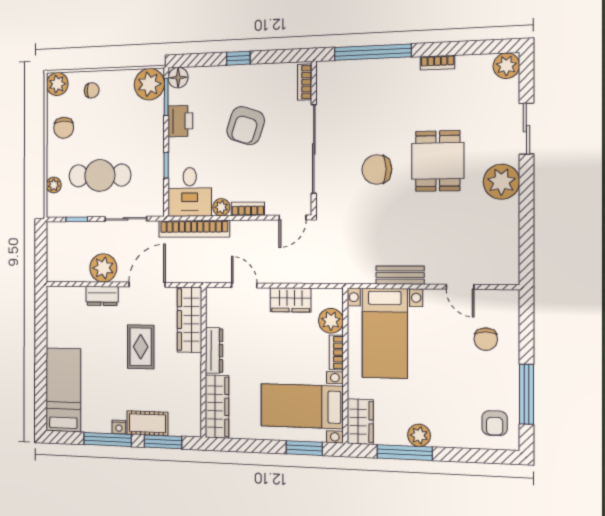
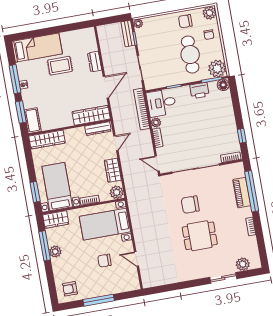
window: (238, 58) -> (242, 136), moved
plant: (506, 66) -> (243, 264), moved
piano: (372, 71) -> (242, 193), added
armchair: (246, 126) -> (203, 128), removed
chair: (377, 170) -> (190, 205), turned -90
cafe table: (100, 175) -> (190, 55), moved
plant: (501, 182) -> (194, 270), removed
plant: (54, 185) -> (138, 23), moved
plant: (103, 268) -> (110, 59), removed
bench: (400, 275) -> (128, 34), moved
door: (147, 285) -> (106, 87), hinge flipped
door: (460, 287) -> (137, 259), hinge flipped
plant: (331, 321) -> (117, 192), moved
chair: (486, 339) -> (104, 261), moved
rug: (141, 347) -> (60, 66), moved
dresser: (214, 350) -> (98, 129), moved
window: (526, 394) -> (99, 300), moved
cot: (147, 423) -> (33, 121), moved

